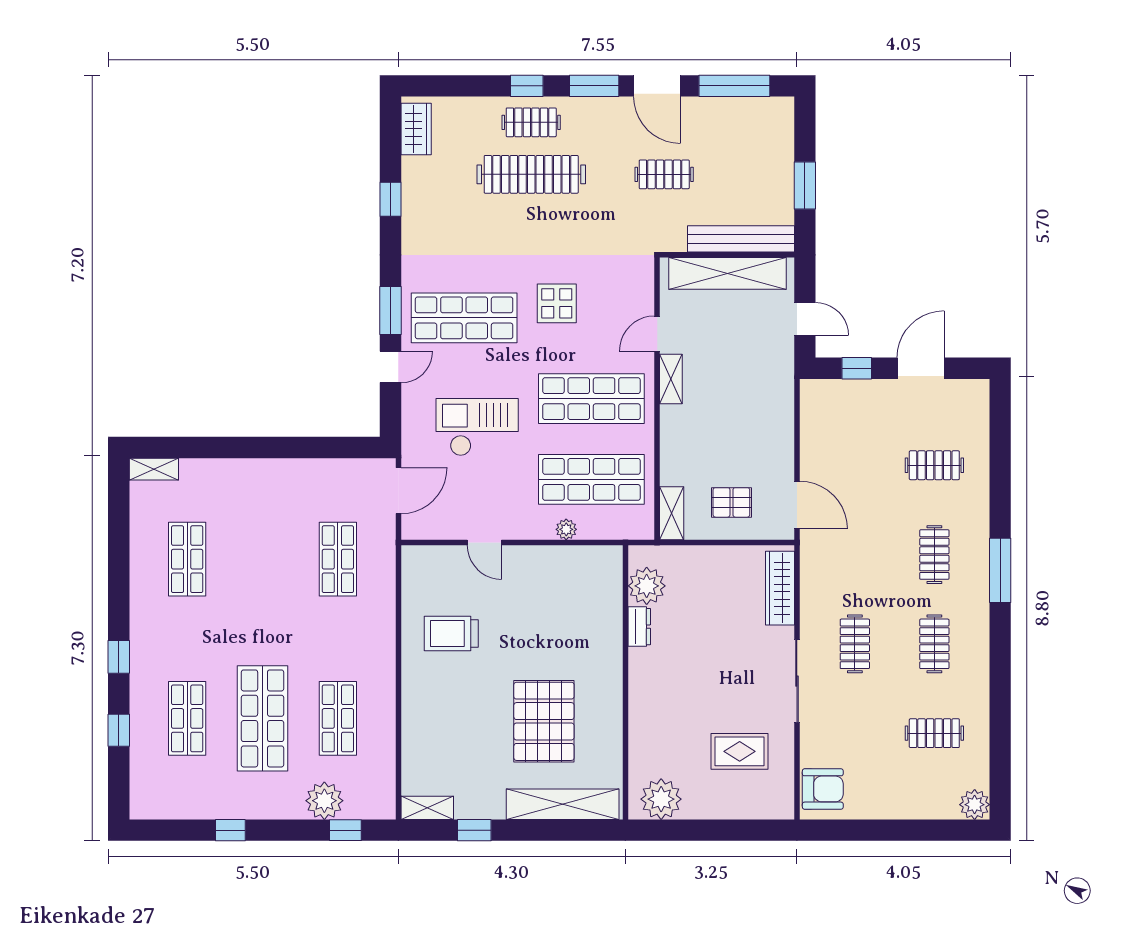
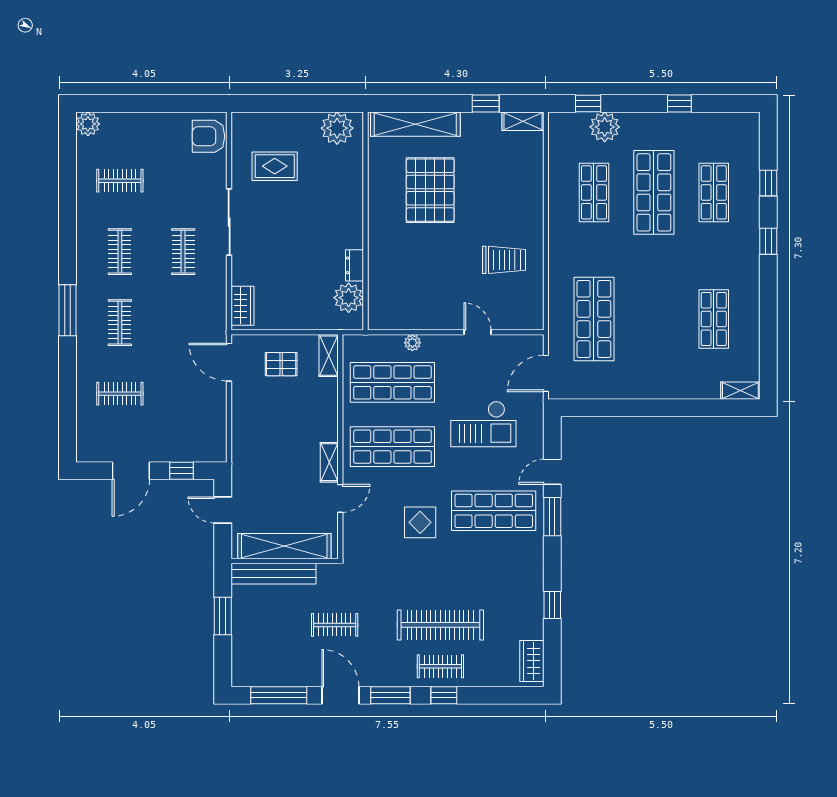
shop shelf: (338, 559) -> (594, 319), width x1.43, depth x1.36
wardrobe: (780, 588) -> (243, 306), width x0.67

